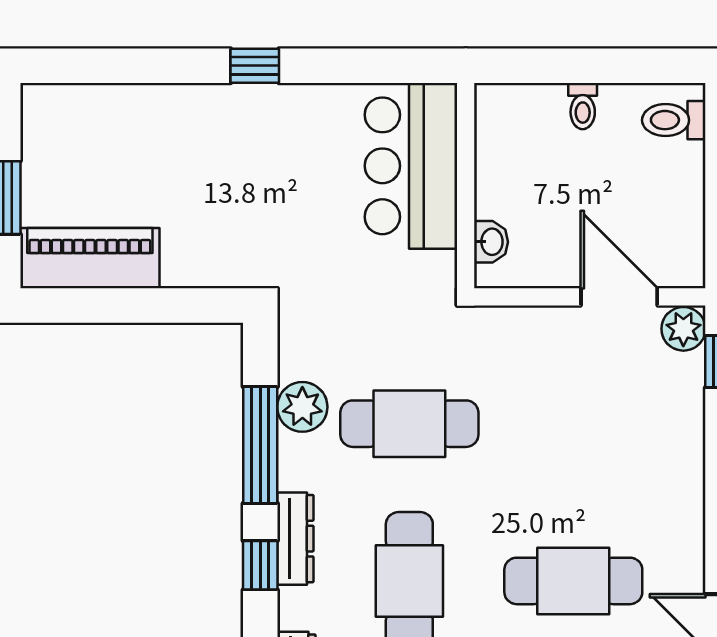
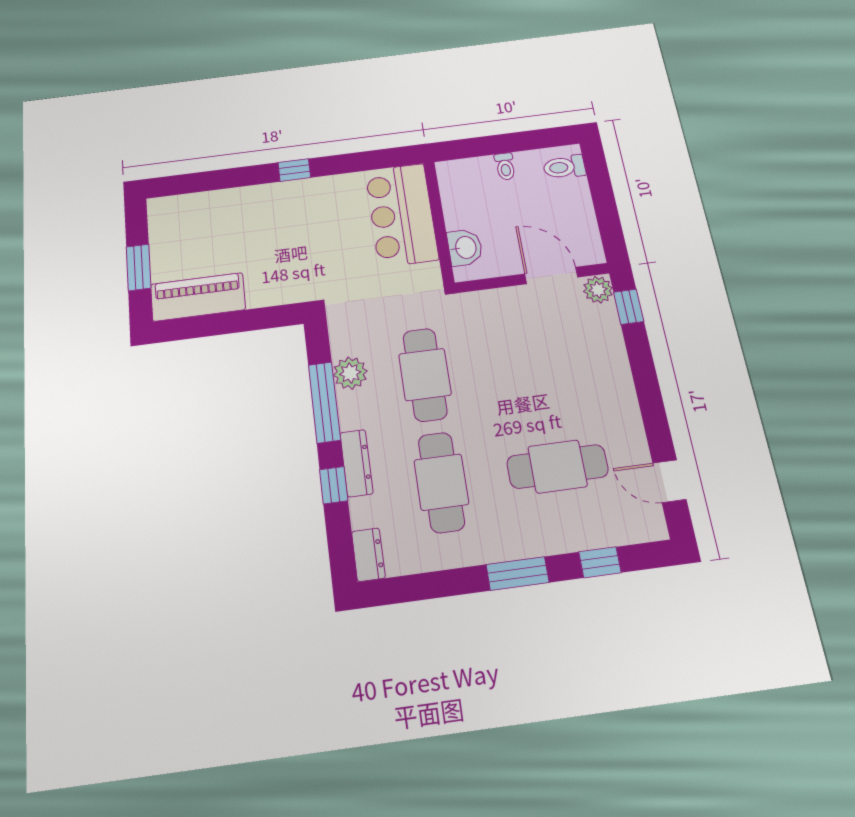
washbasin: (491, 242) -> (465, 248), width x1.38, depth x1.45
cafe table: (409, 424) -> (425, 374), turned 90

